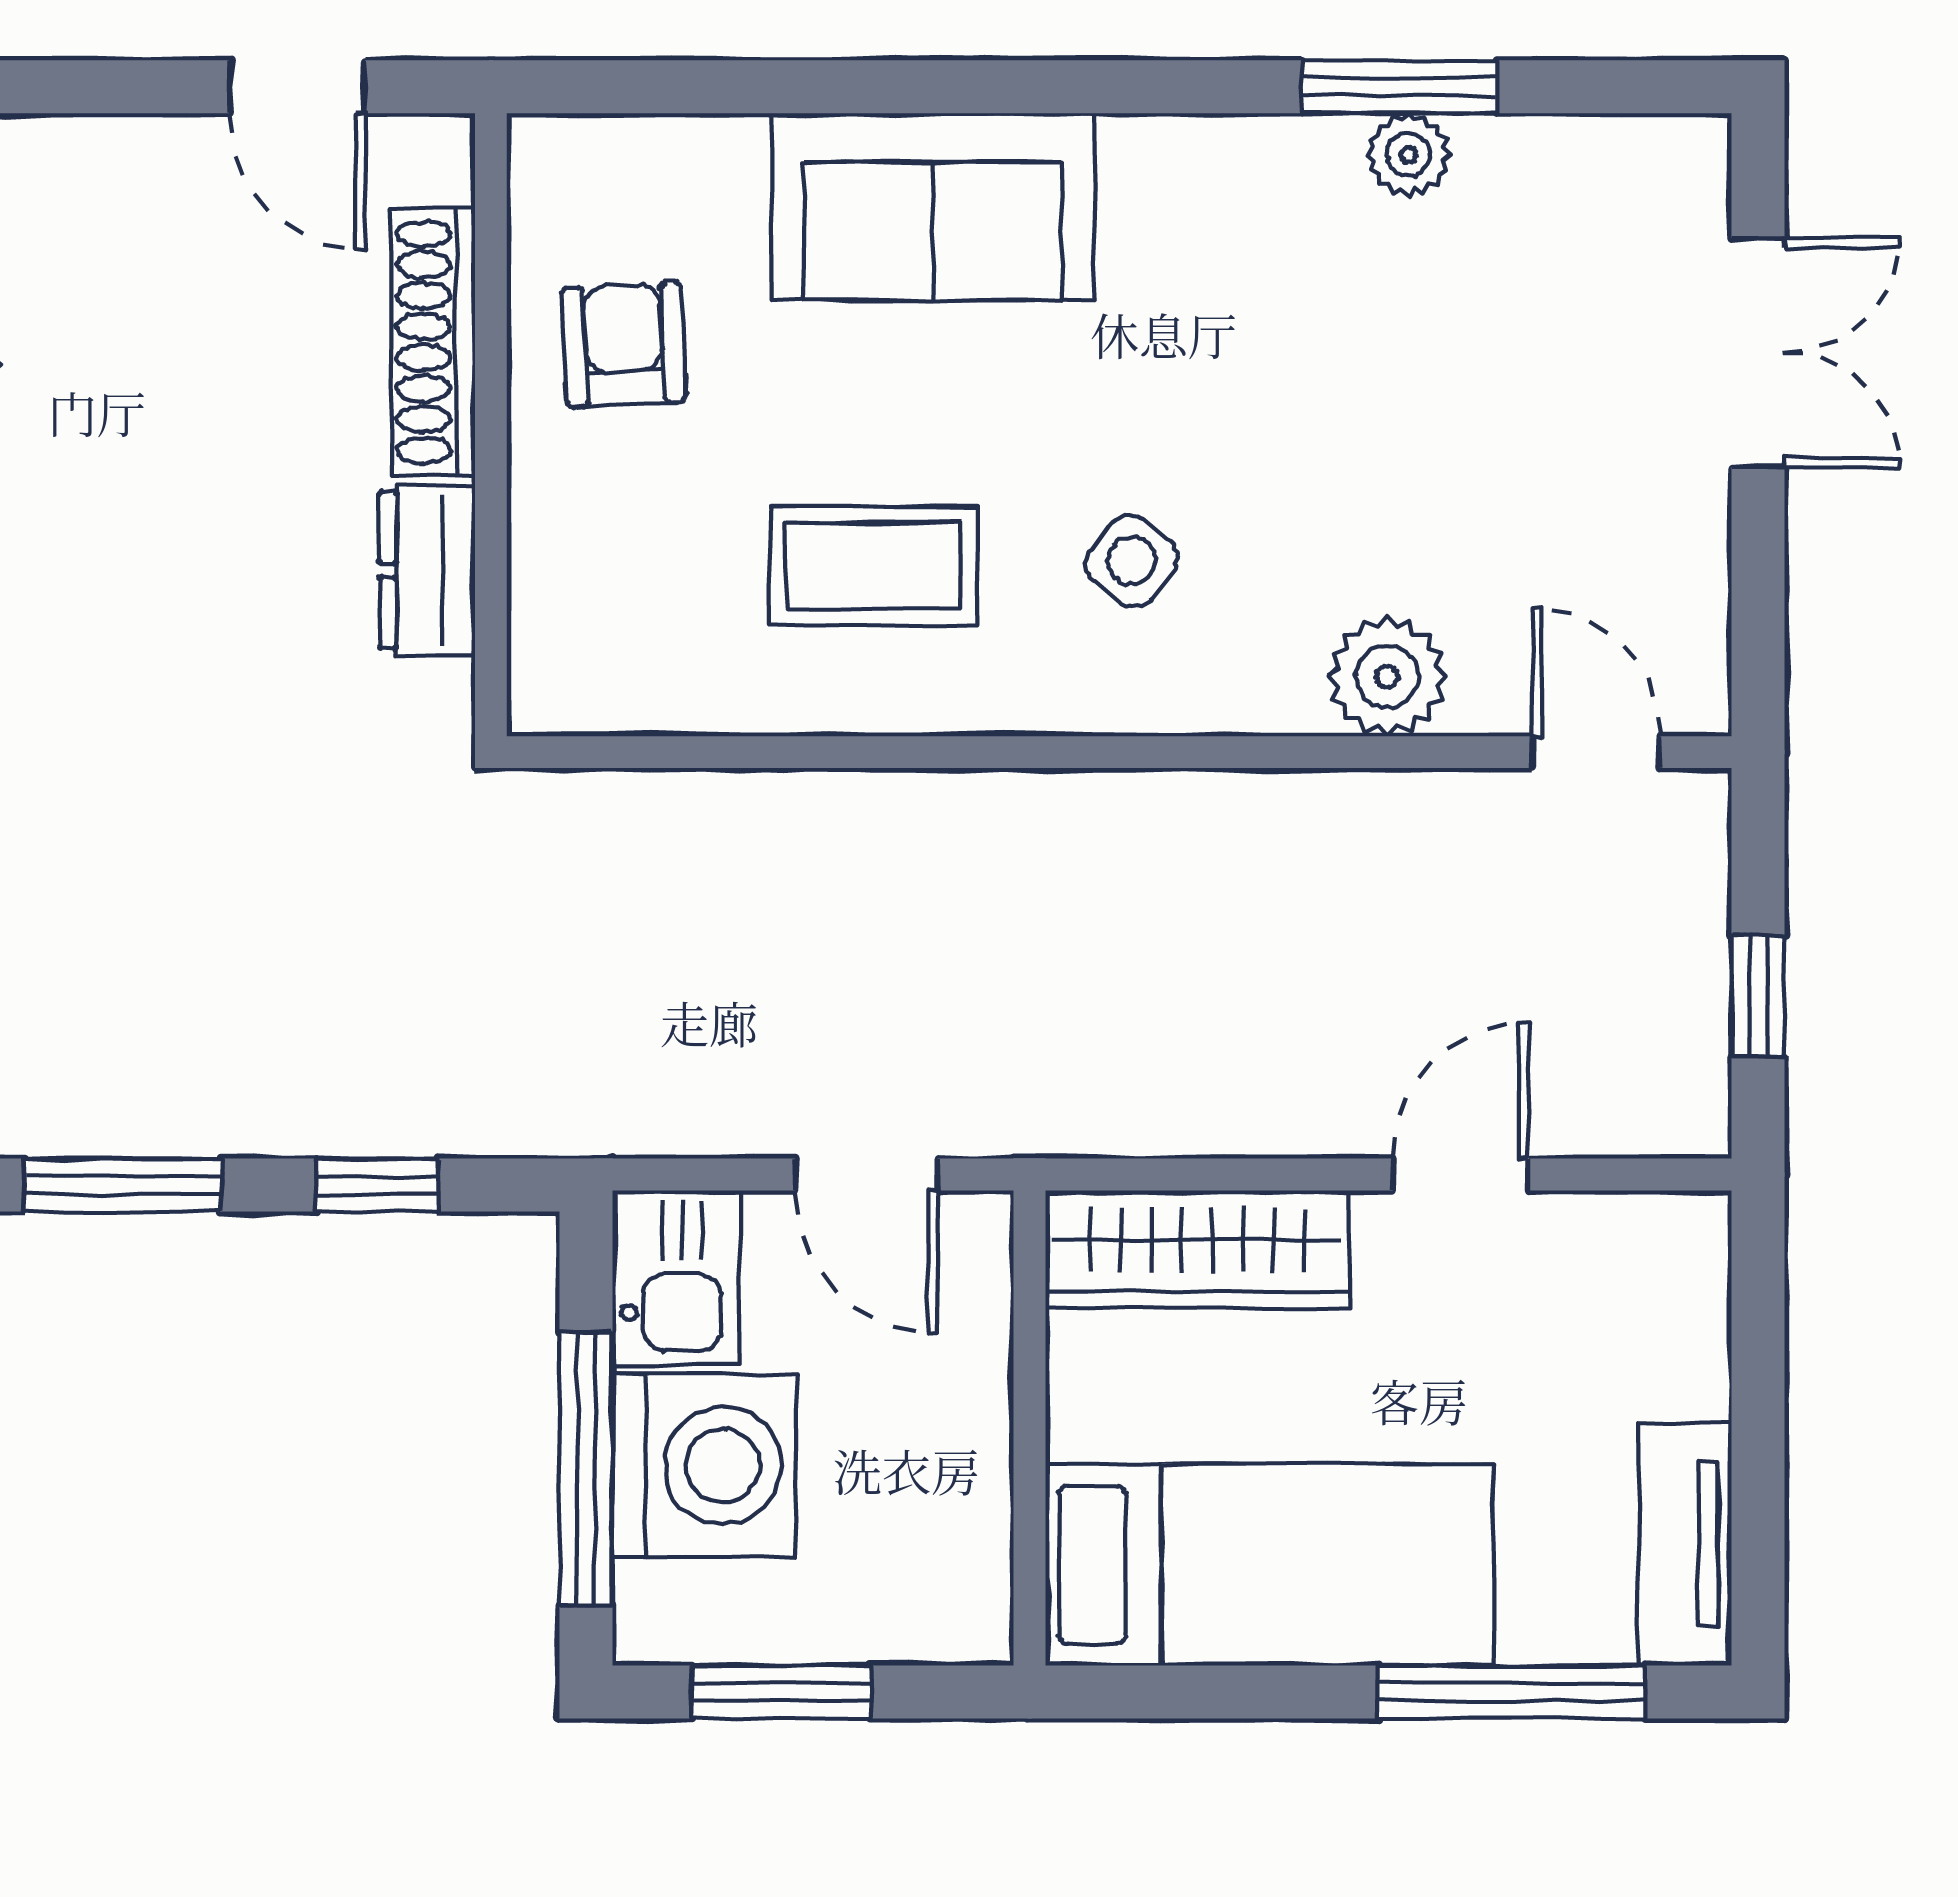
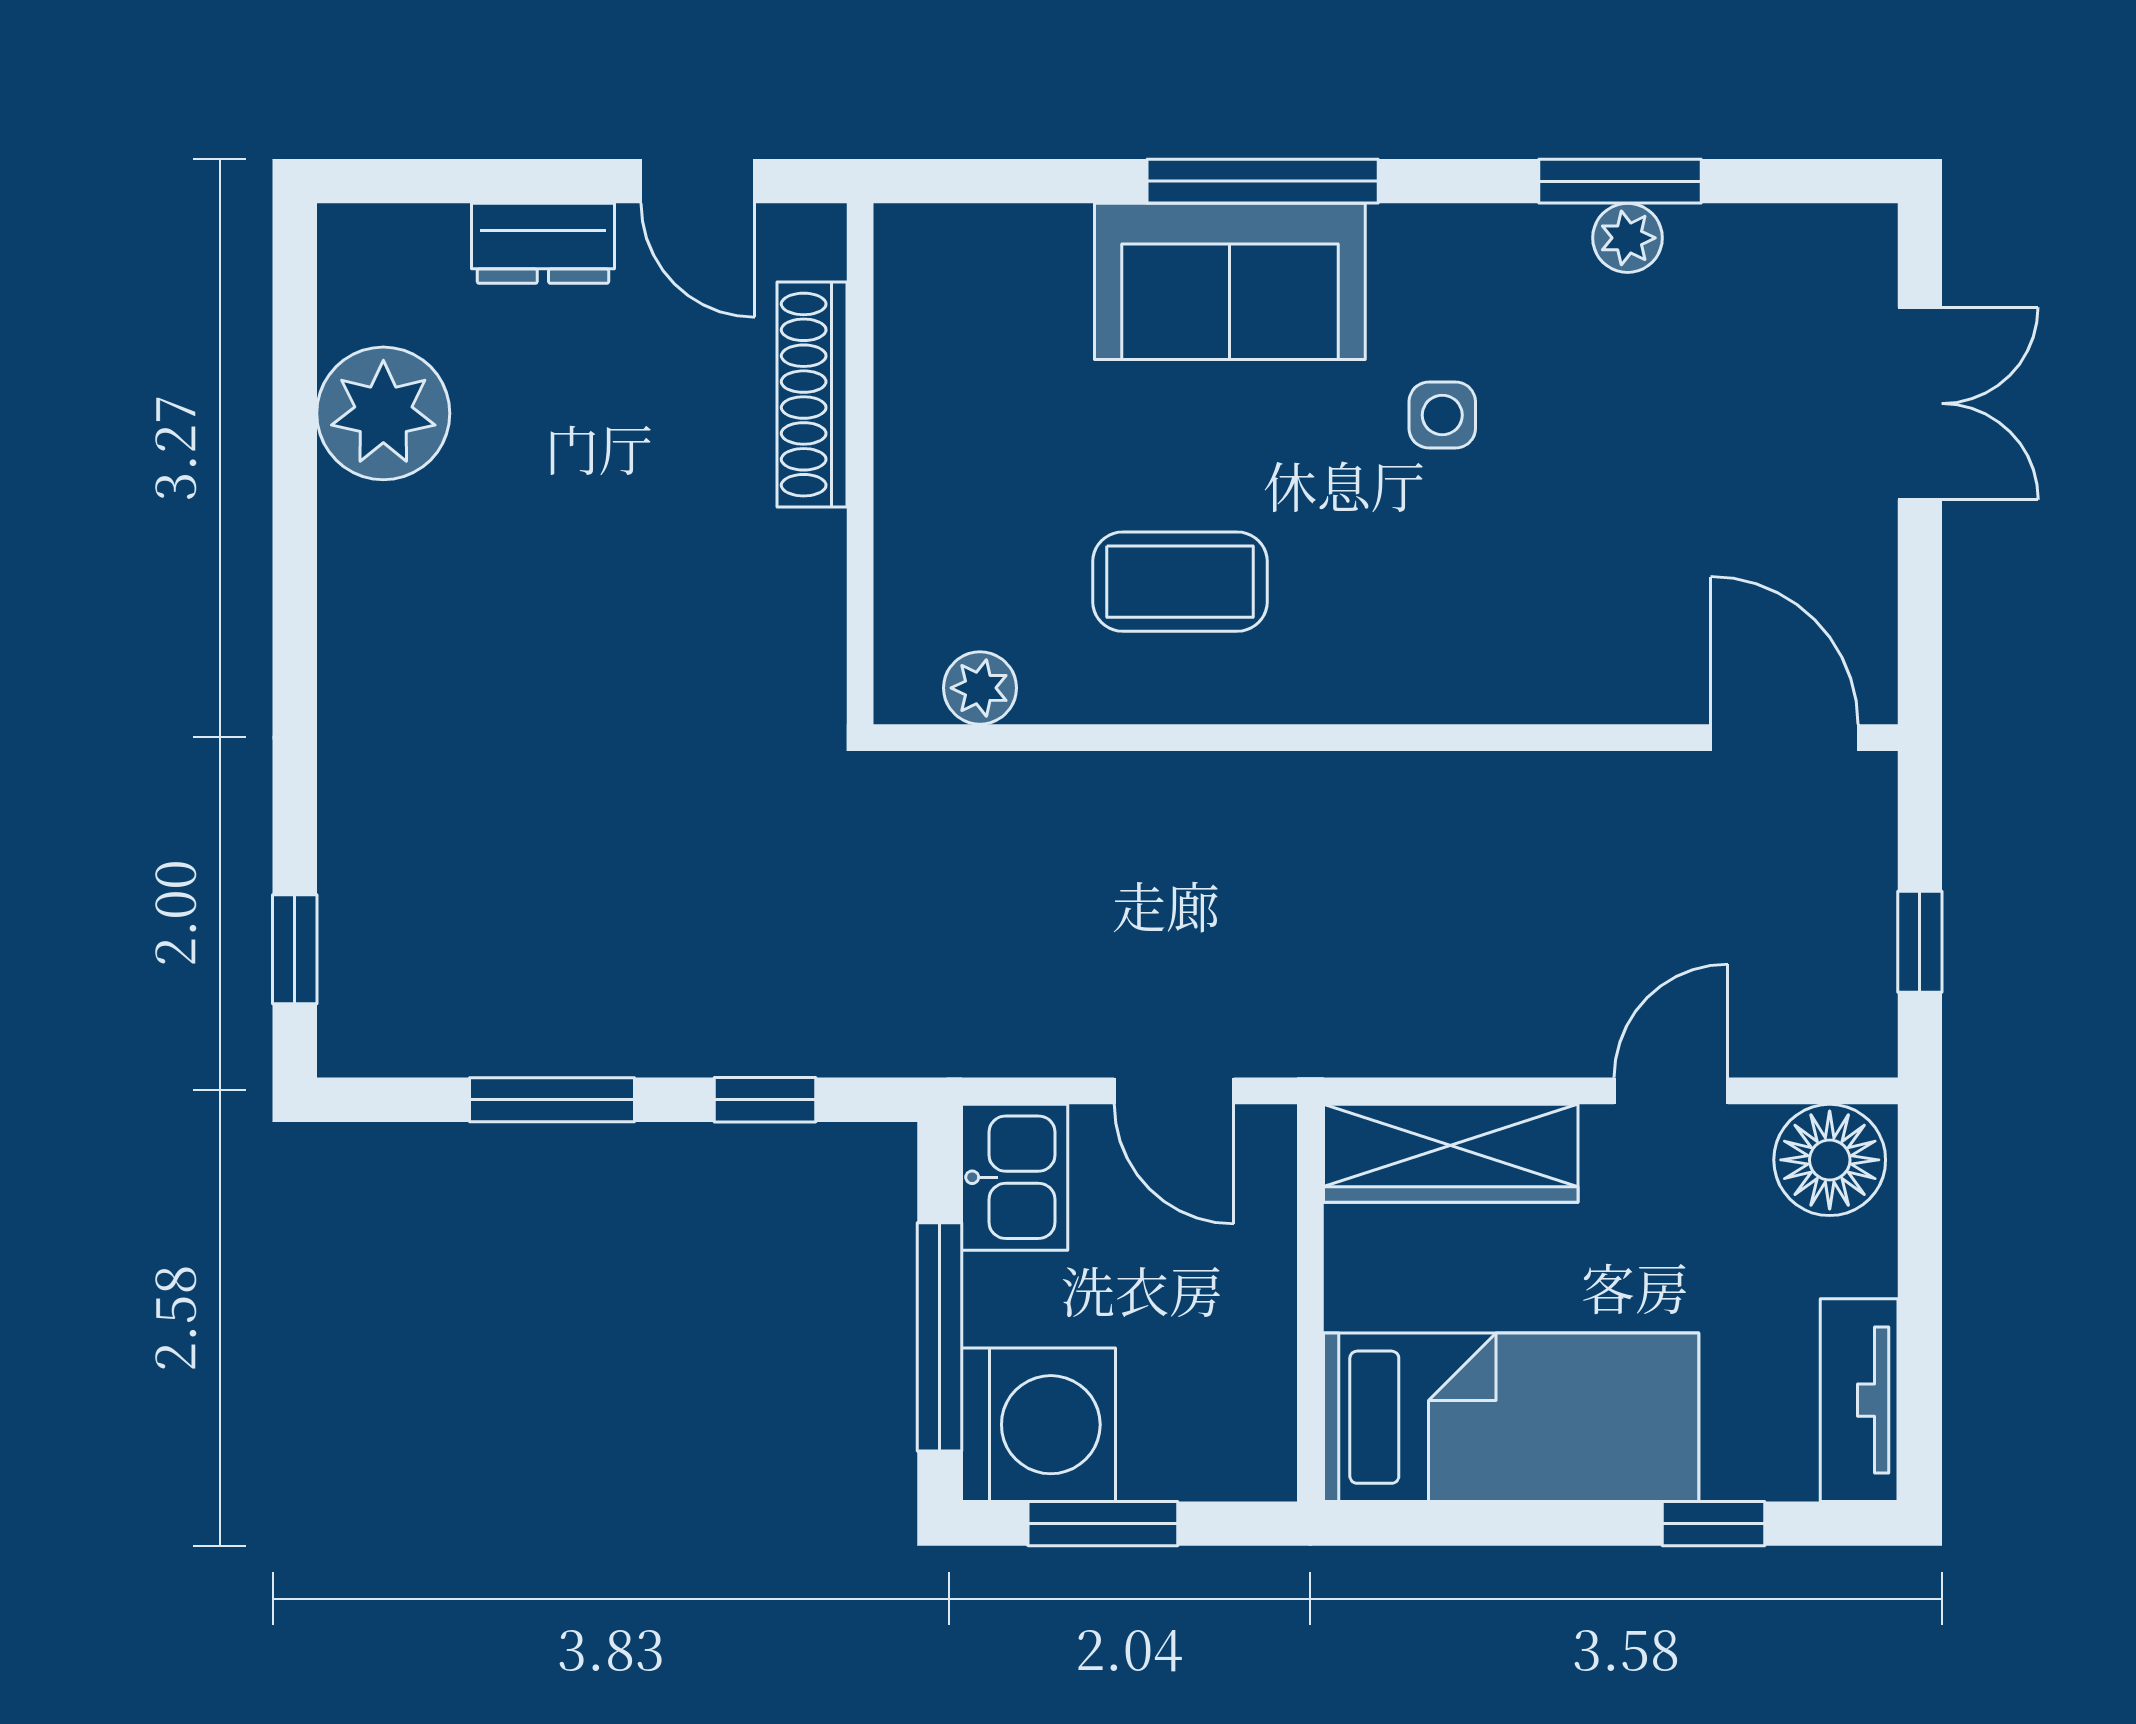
window: (972, 87) -> (1263, 181), added
armchair: (624, 345) -> (971, 397), removed
side table: (1131, 561) -> (1442, 415), moved, turned -38
dresser: (427, 570) -> (543, 243), moved, turned -90
plant: (1387, 677) -> (980, 688), moved, width x0.73, depth x0.73
door: (1596, 752) -> (1784, 738), width x1.38
floor lamp: (1650, 1257) -> (1830, 1160), added
washing machine: (704, 1466) -> (1038, 1425), moved
window: (1511, 1692) -> (1714, 1524), width x0.46

